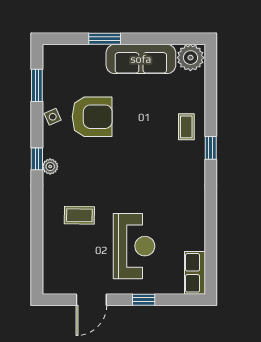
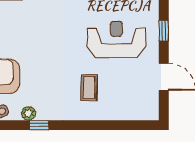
plant: (50, 167) -> (29, 113), moved

